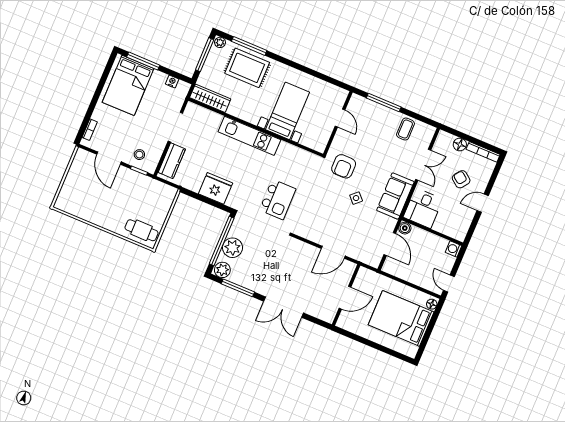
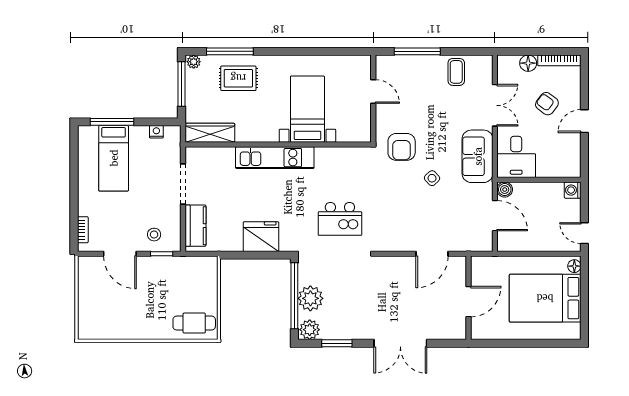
rug: (247, 68) -> (238, 78), width x0.73, depth x0.70
bed: (128, 85) -> (114, 158), width x0.67
kitchen island: (278, 199) -> (340, 219), turned 90
window: (238, 288) -> (337, 343), width x0.69

